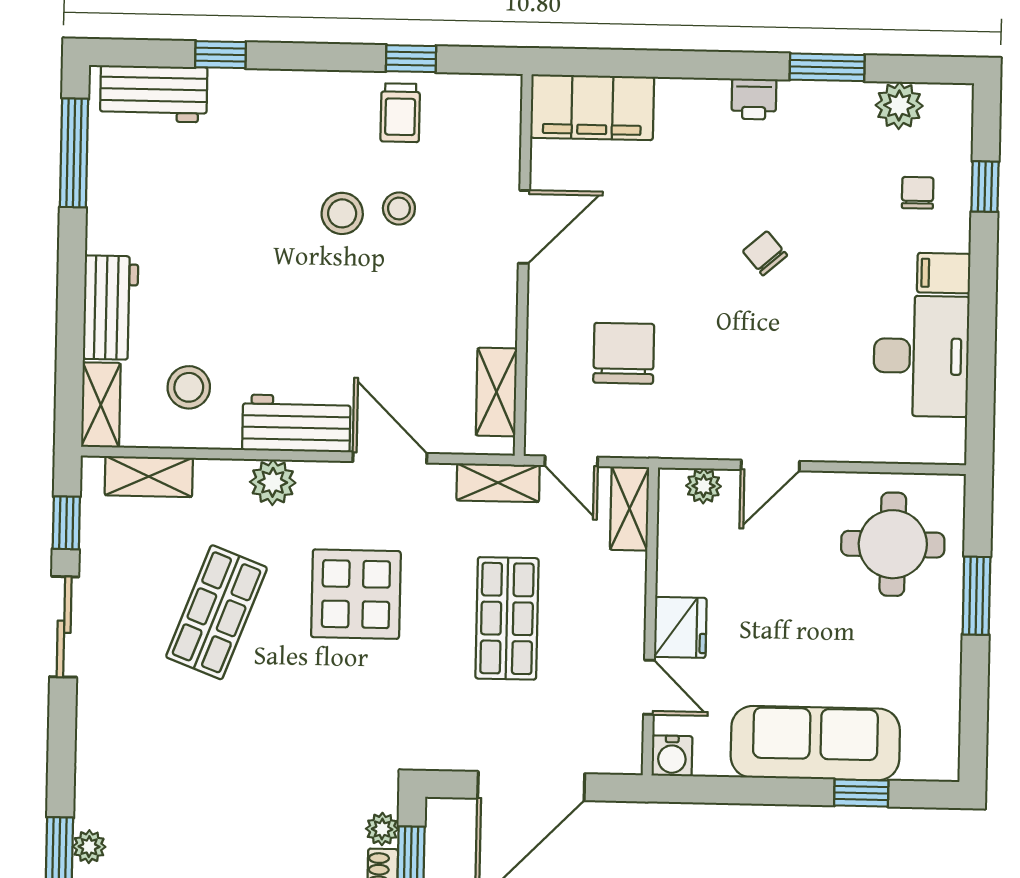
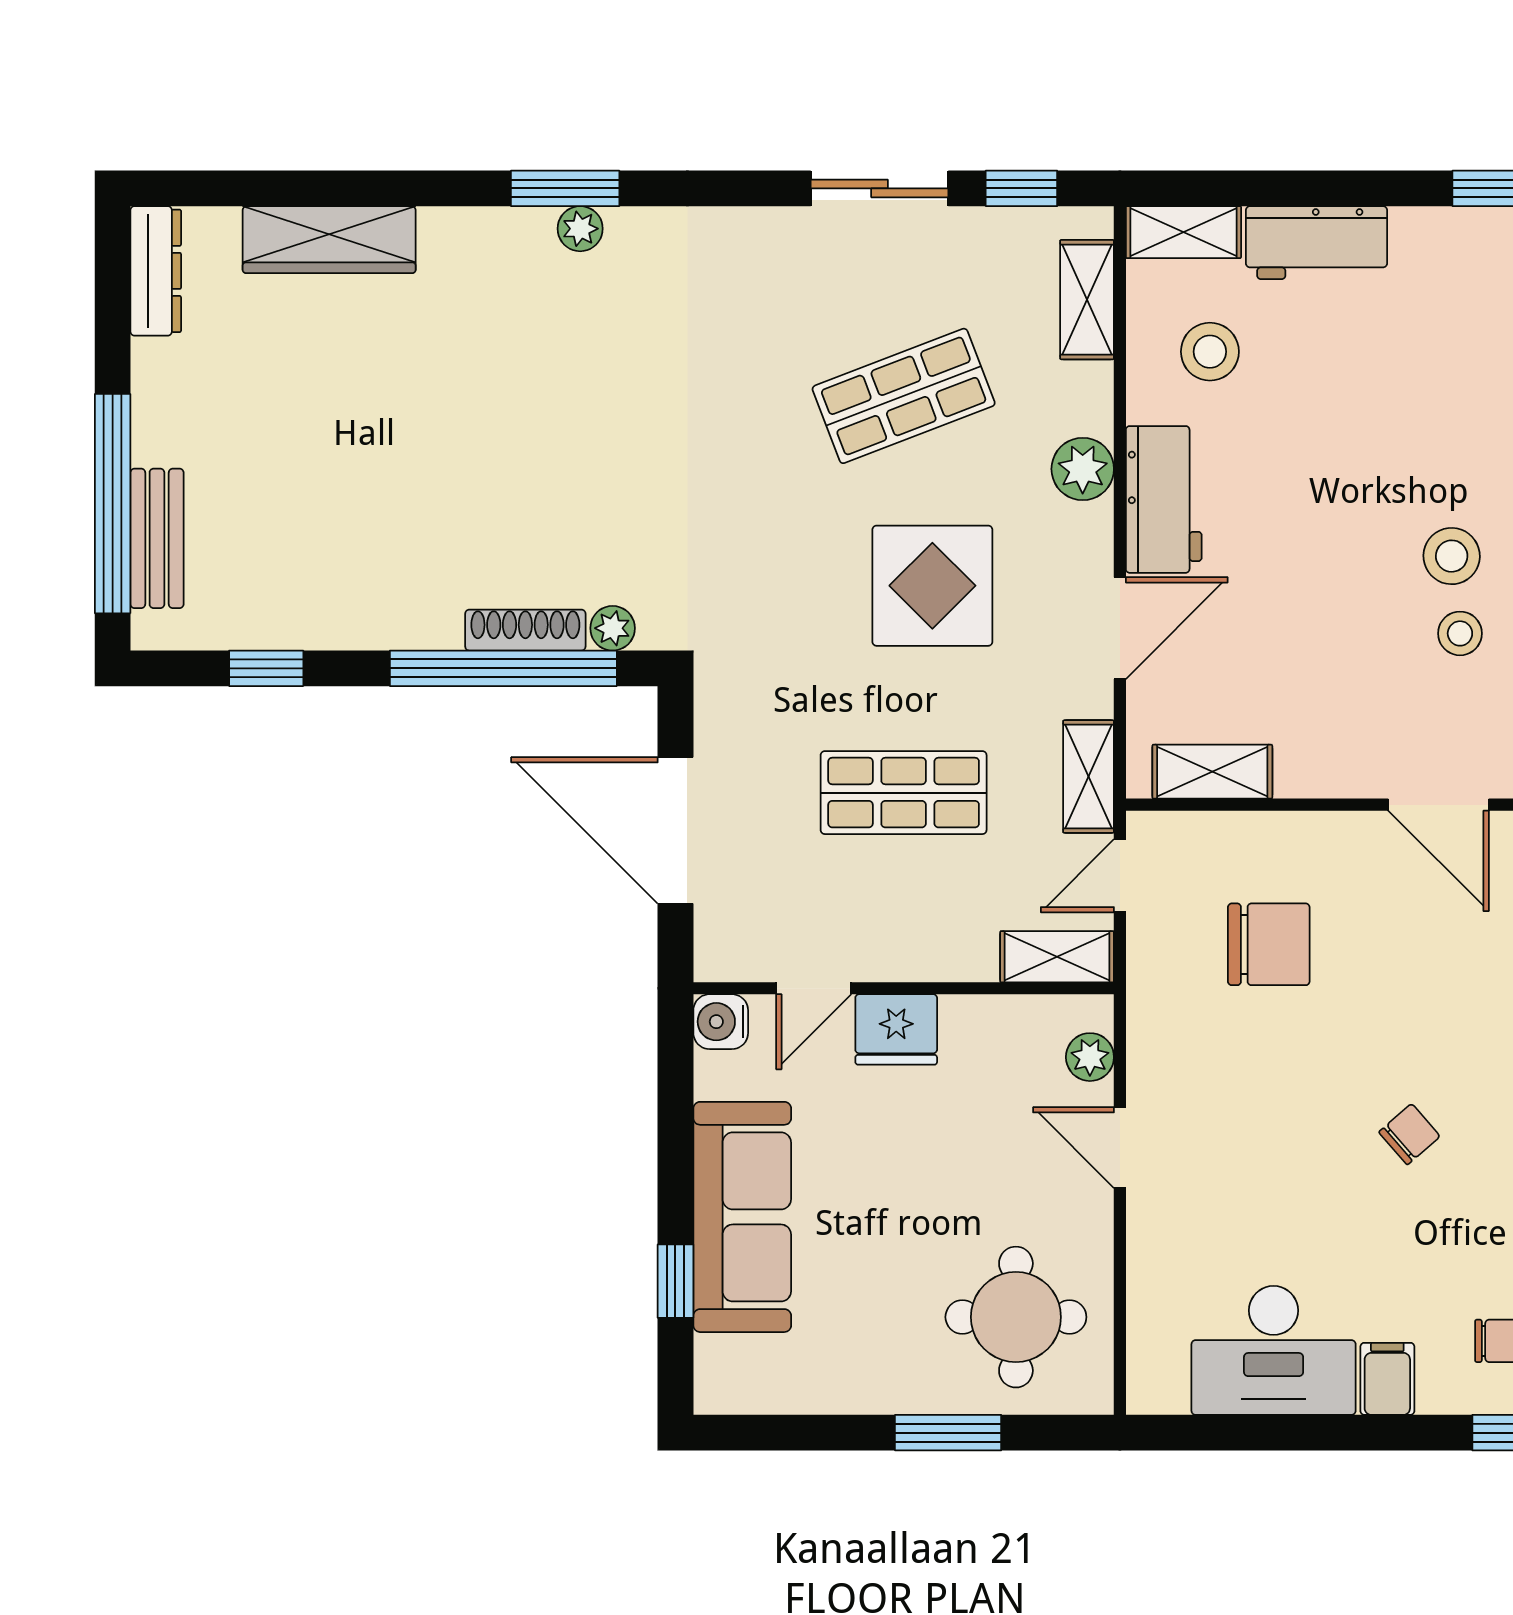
shop shelf: (217, 612) -> (904, 396), turned -42

